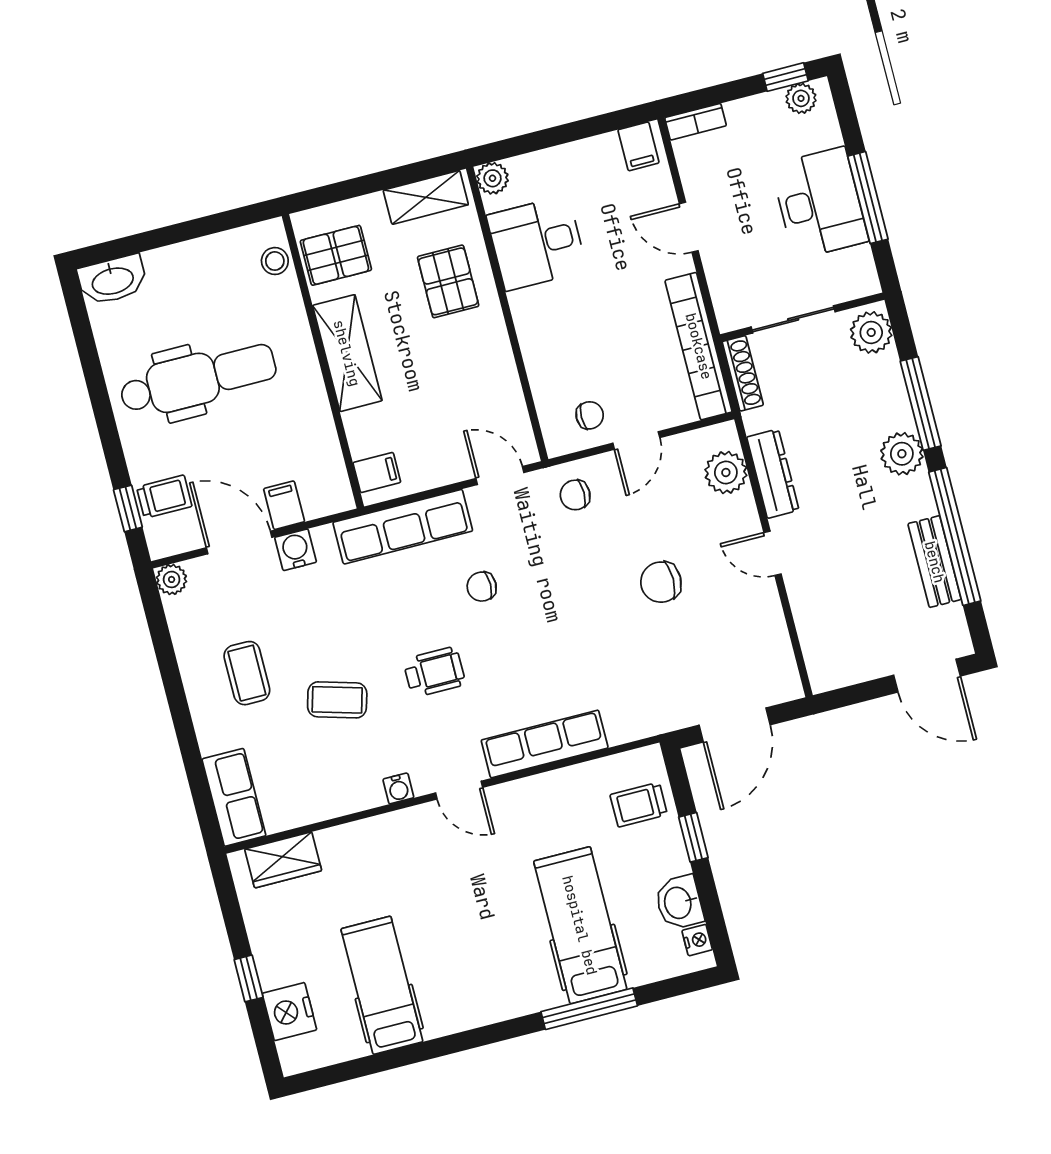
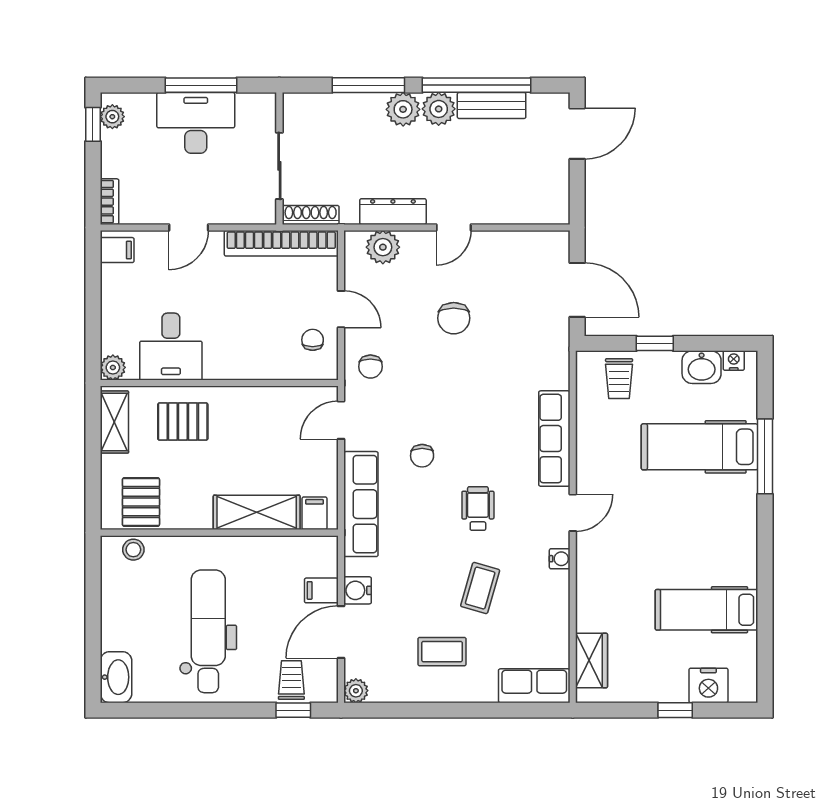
plant: (871, 332) -> (439, 109), moved
shelving: (347, 353) -> (257, 512), moved

